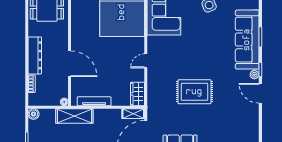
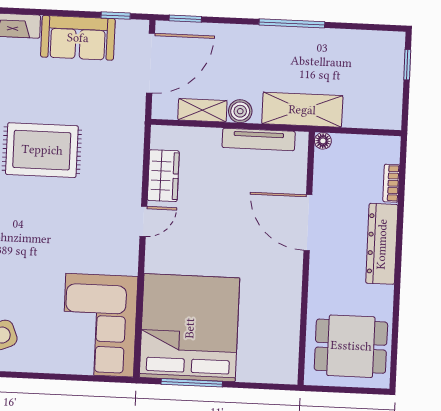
wardrobe: (138, 94) -> (163, 176), moved
boiler: (34, 114) -> (240, 111), moved
shelving: (133, 114) -> (202, 110), moved

